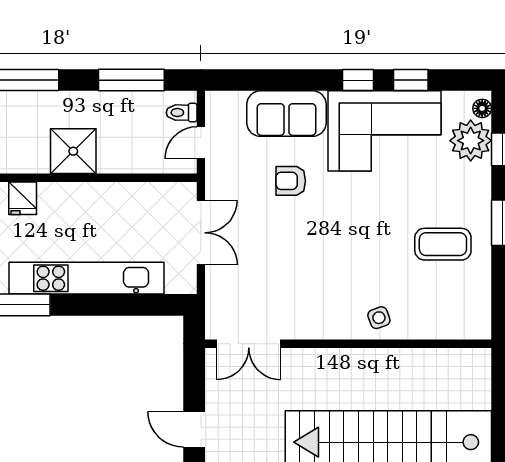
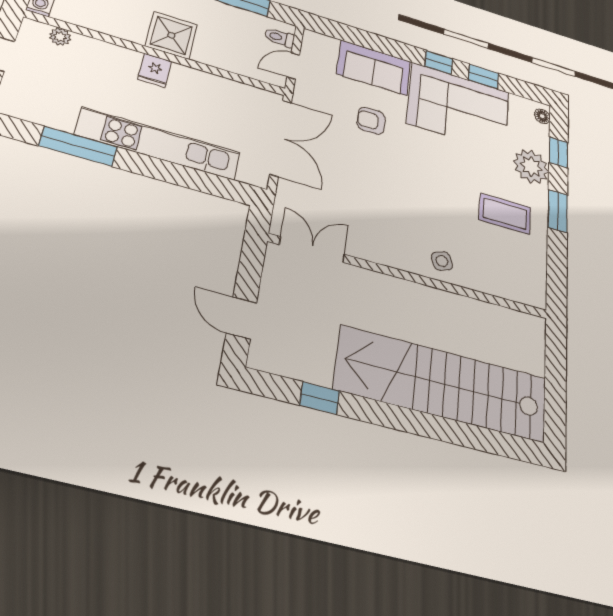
plant: (471, 141) -> (531, 167), moved
fridge: (23, 198) -> (155, 70), moved
double door: (201, 233) -> (281, 138), width x1.37
double door: (249, 344) -> (312, 250), swing flipped

